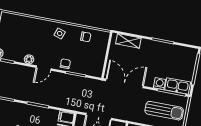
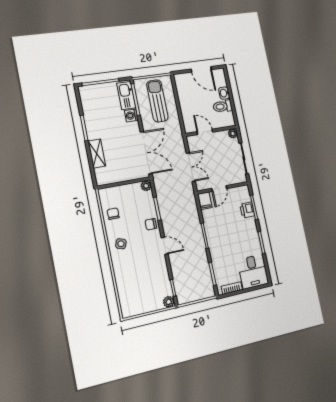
shelving: (128, 41) -> (97, 154), moved
plant: (29, 59) -> (146, 186), moved
double door: (124, 83) -> (146, 153), swing flipped

